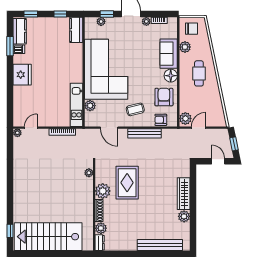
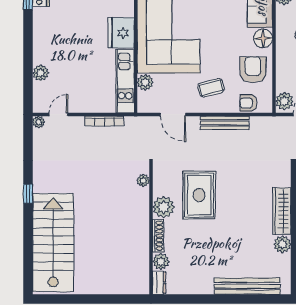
fridge: (22, 75) -> (121, 33), moved, turned 180
plant: (19, 99) -> (41, 73), added
window: (10, 231) -> (28, 194), moved
stairs: (48, 237) -> (53, 243), moved, turned 90

